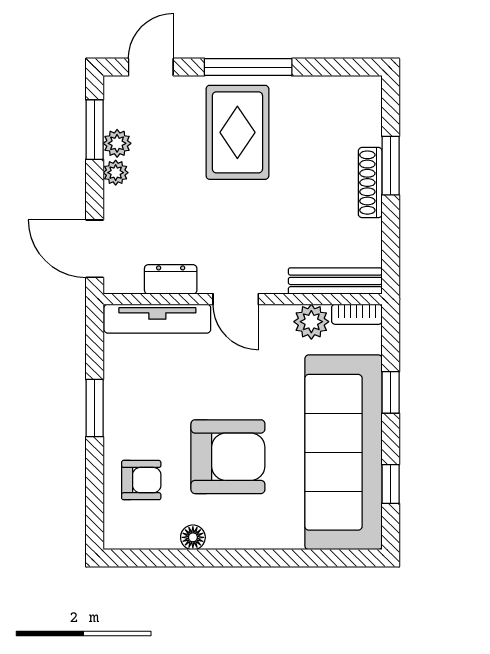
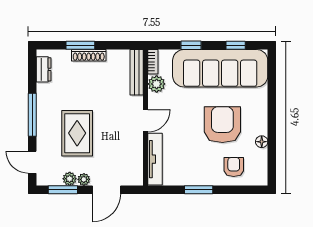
rug: (237, 132) -> (77, 133), moved, turned 90
door: (95, 249) -> (106, 190), moved
dresser: (171, 279) -> (44, 69), moved, turned 180

